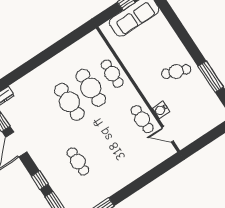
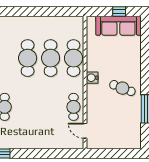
cafe table: (112, 74) -> (74, 58), width x1.37, depth x1.35
water cooler: (161, 110) -> (92, 78), moved

